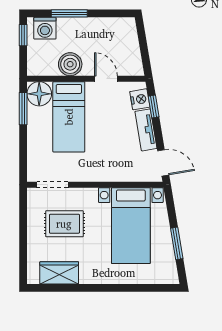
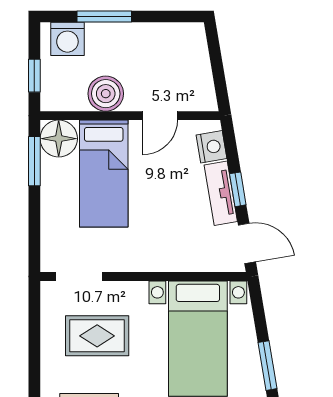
window: (23, 35) -> (34, 76), moved
door: (106, 79) -> (160, 116), swing flipped
window: (154, 106) -> (238, 189), moved

